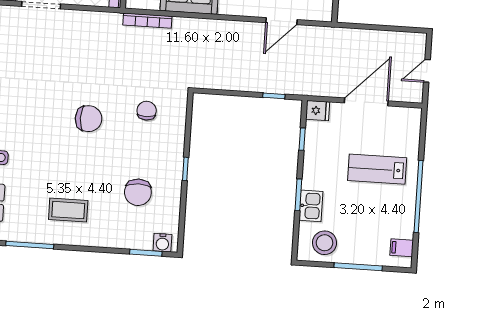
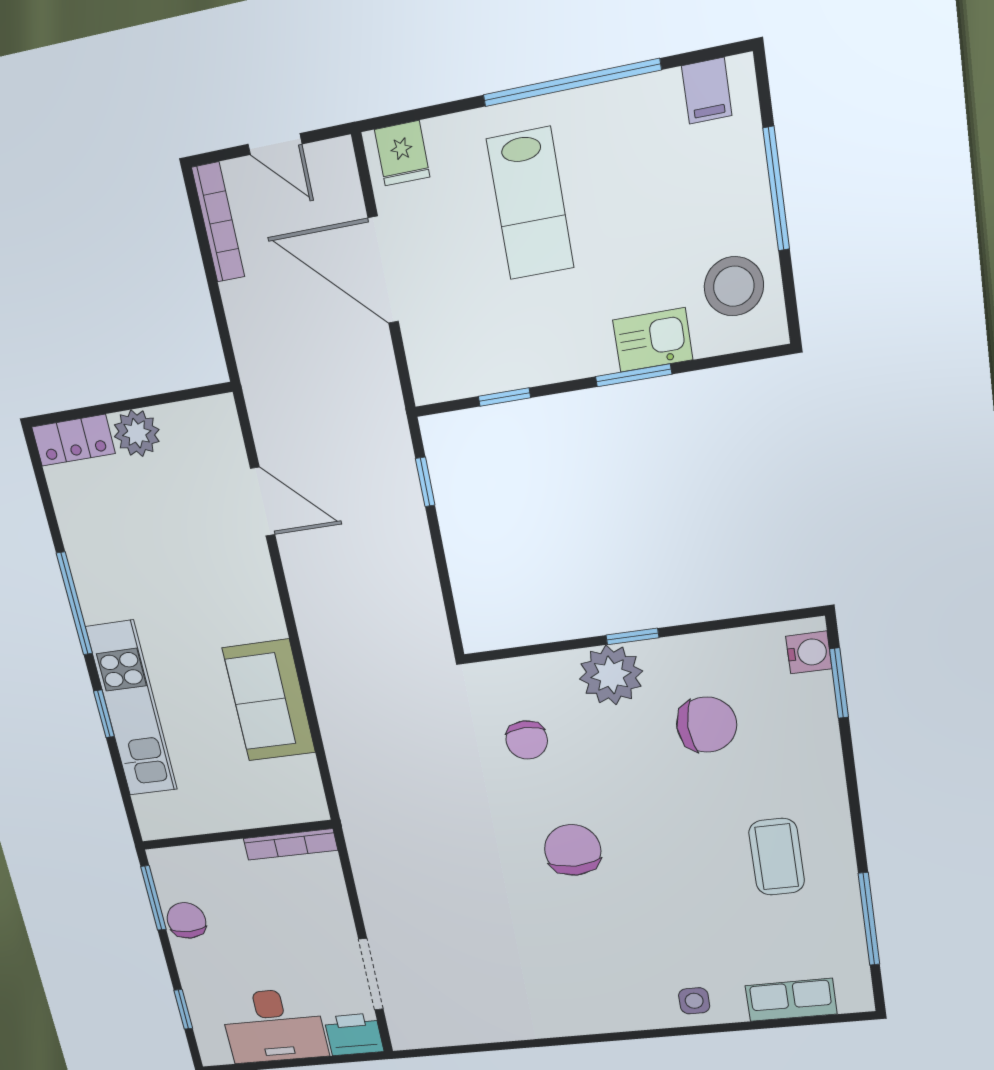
bookcase: (147, 21) -> (218, 222), moved
chair: (147, 111) -> (527, 740), turned -90
fridge: (318, 111) -> (402, 153), moved, turned 180
plant: (170, 156) -> (611, 675), added

